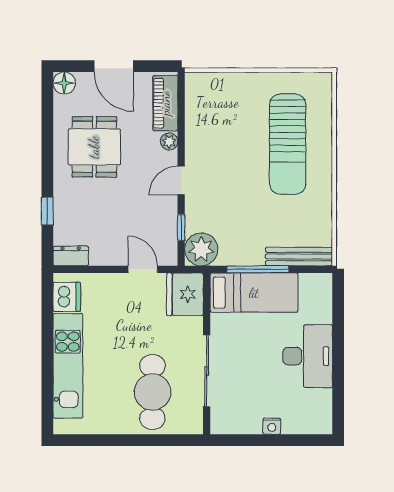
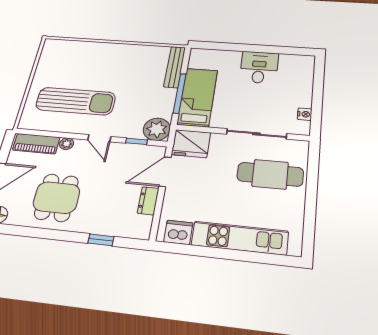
sun lounger: (288, 144) -> (76, 101), moved
dining table: (94, 147) -> (56, 198), turned 90
dresser: (71, 256) -> (148, 201), moved
door: (143, 269) -> (165, 172), width x1.38
desk: (308, 356) -> (259, 67), width x0.73
nightstand: (272, 426) -> (305, 114), moved

